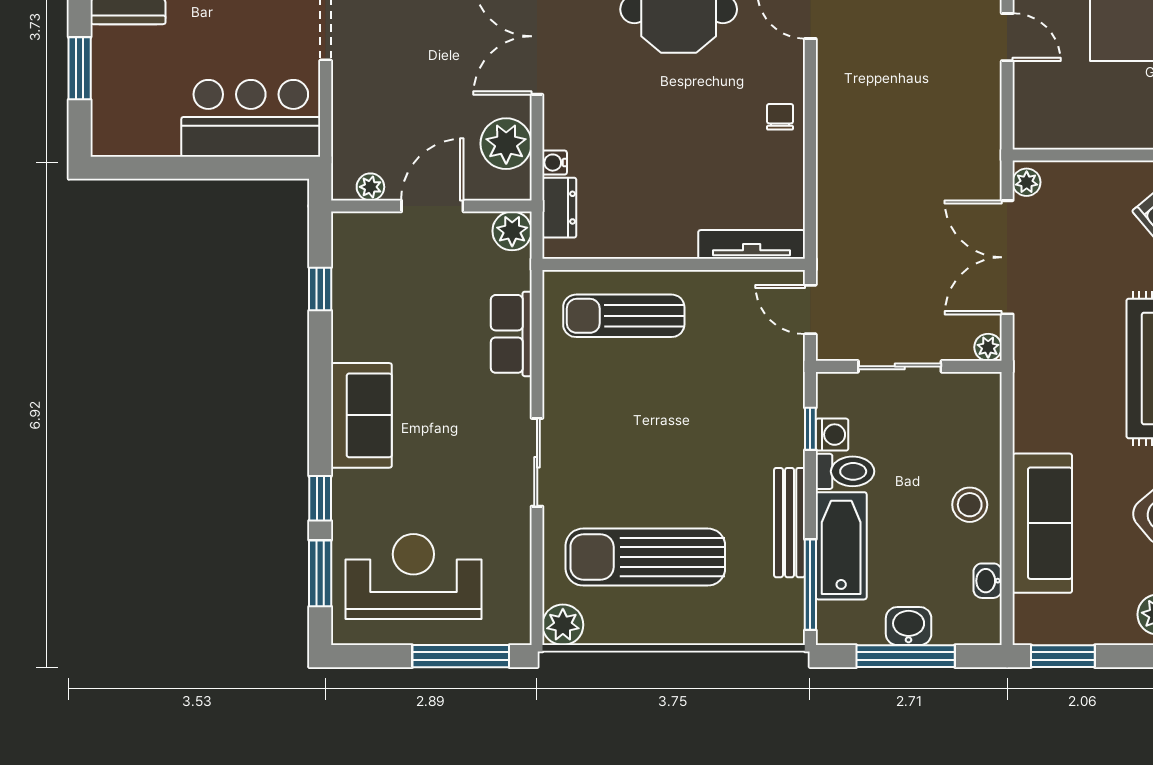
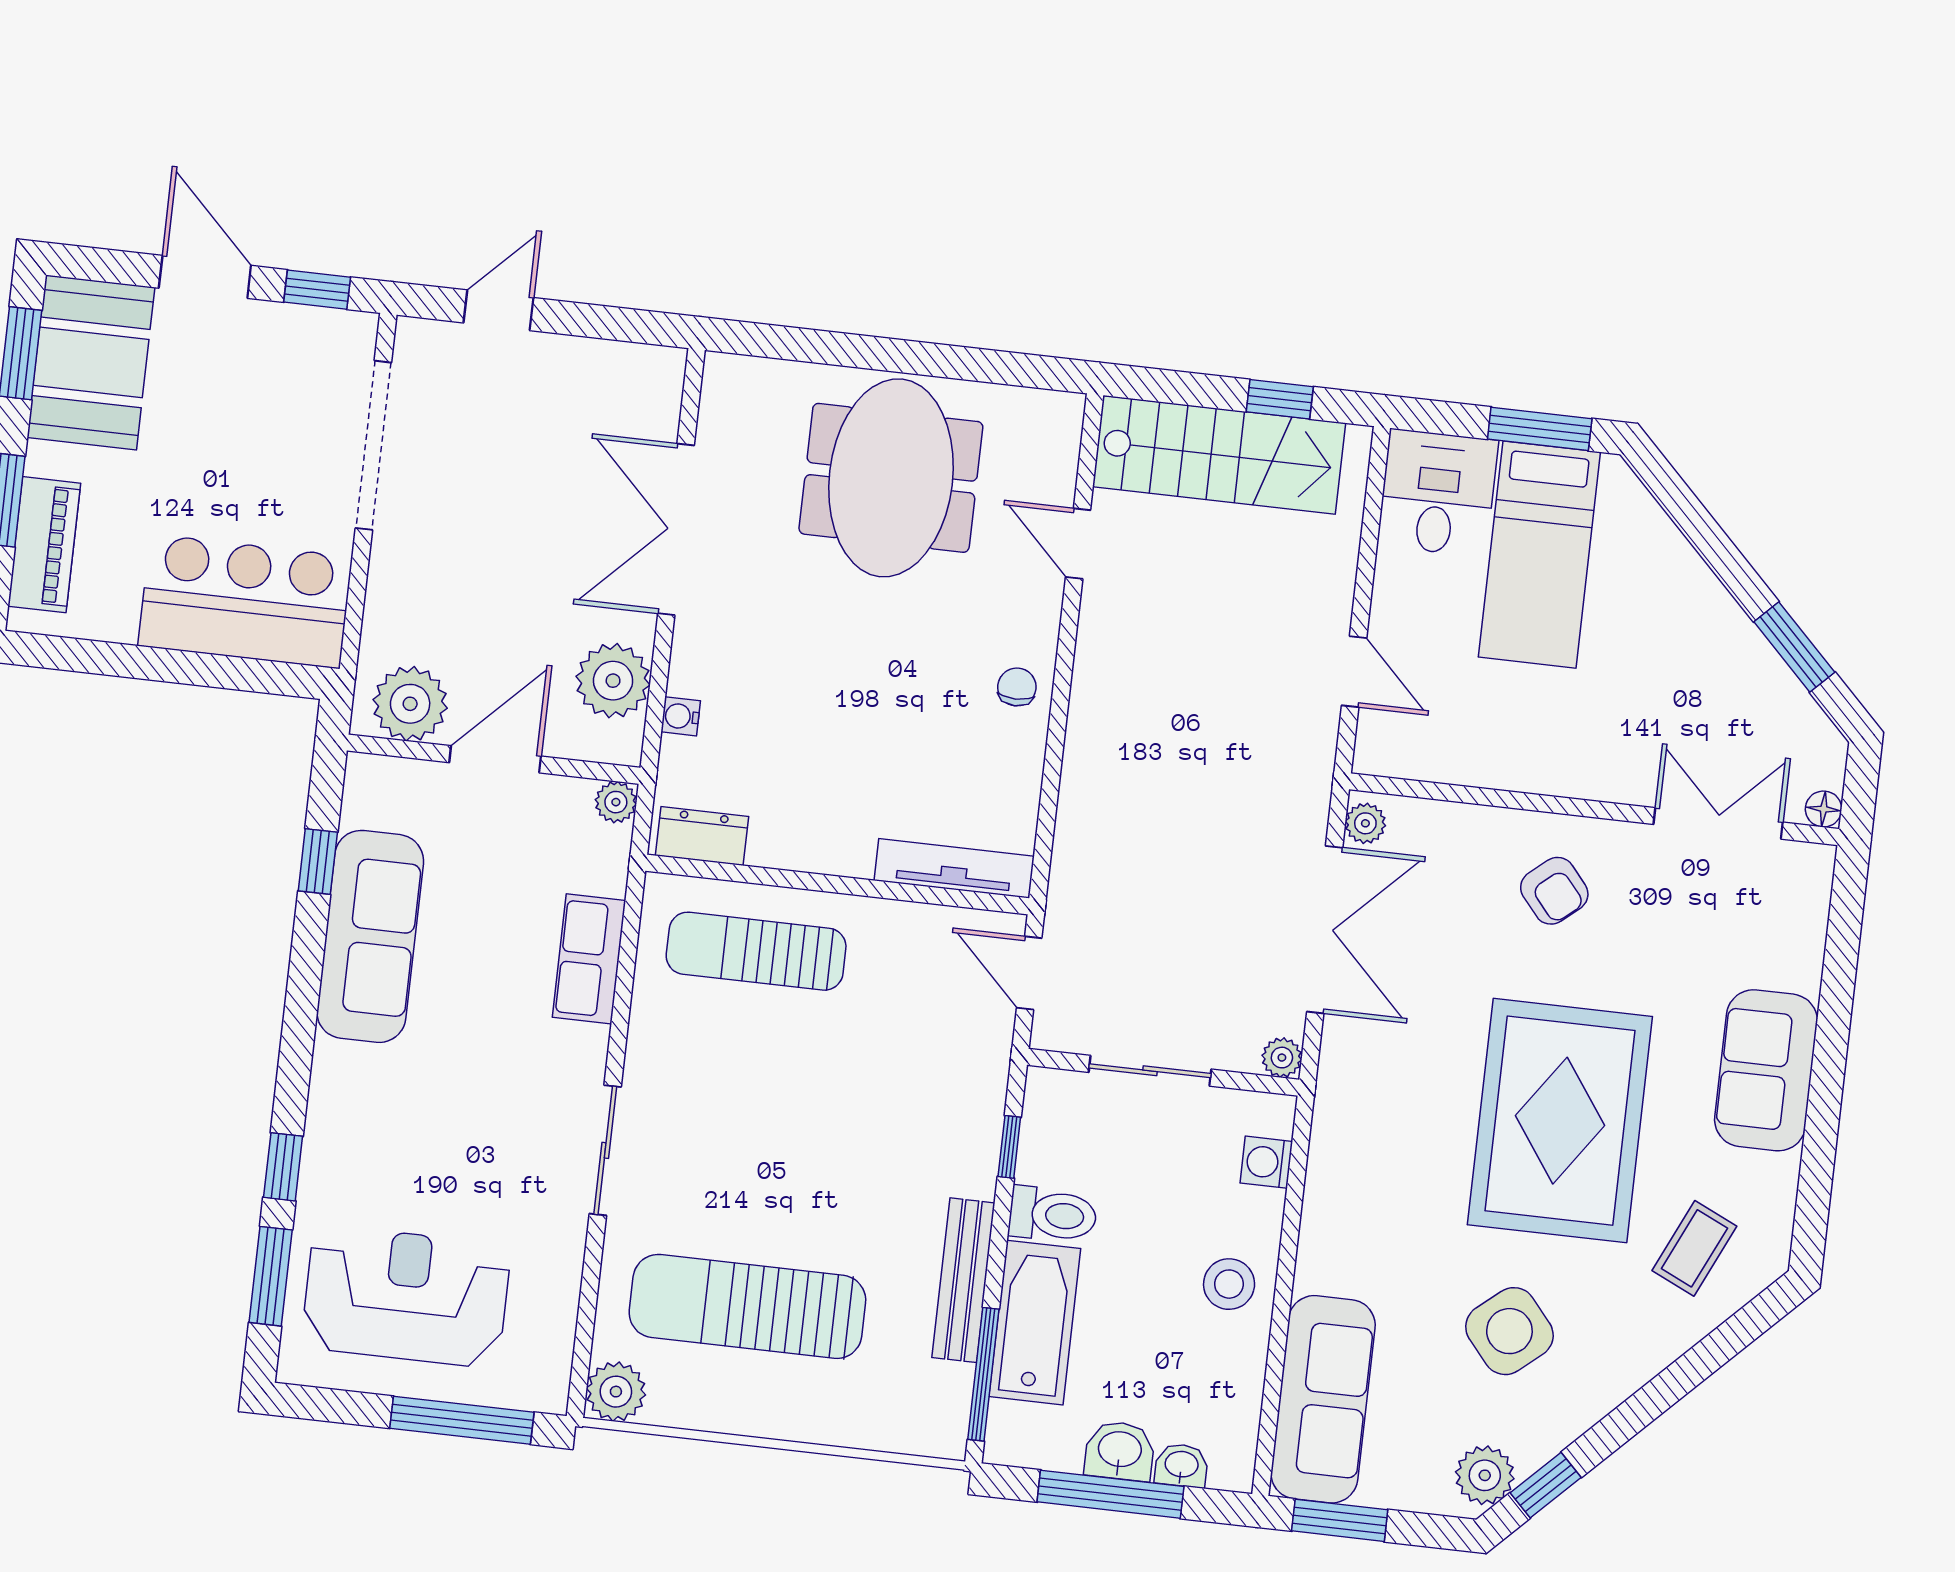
door: (1007, 37) -> (1354, 672), moved
piano: (110, 95) -> (44, 545), added
plant: (370, 187) -> (410, 704), width x1.87, depth x1.87
dresser: (559, 208) -> (702, 836), moved, turned -90
plant: (512, 231) -> (616, 802), width x0.73, depth x0.73
double door: (1007, 257) -> (1325, 930), swing flipped
sofa: (361, 415) -> (370, 936), moved, width x1.36
washing machine: (832, 435) -> (1266, 1162), moved, turned 180
sofa: (1042, 523) -> (1323, 1399), moved
washbasin: (988, 581) -> (1181, 1465), moved, turned 90

